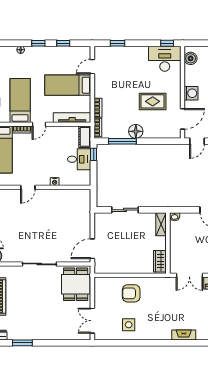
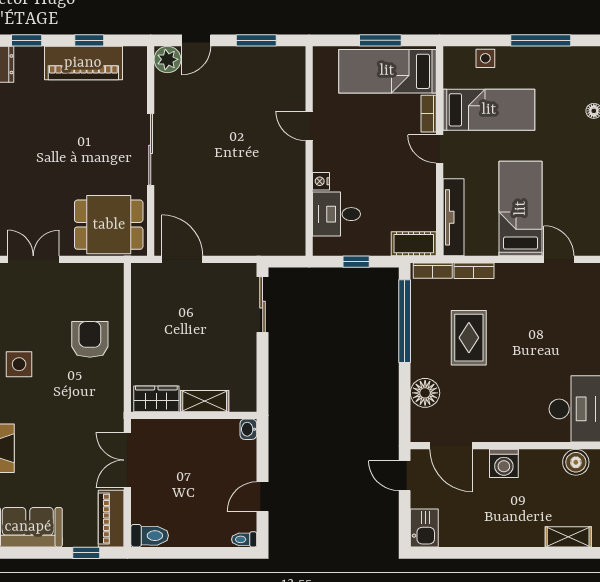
rug: (153, 101) -> (469, 338), moved
floor lamp: (136, 131) -> (425, 393), moved
window: (122, 141) -> (405, 321), width x1.46
window: (94, 154) -> (356, 262), moved
desk: (79, 159) -> (336, 214), moved, turned 90
sliding door: (125, 210) -> (263, 305), moved
shelving: (161, 224) -> (205, 401), moved
side table: (129, 325) -> (19, 364), moved

